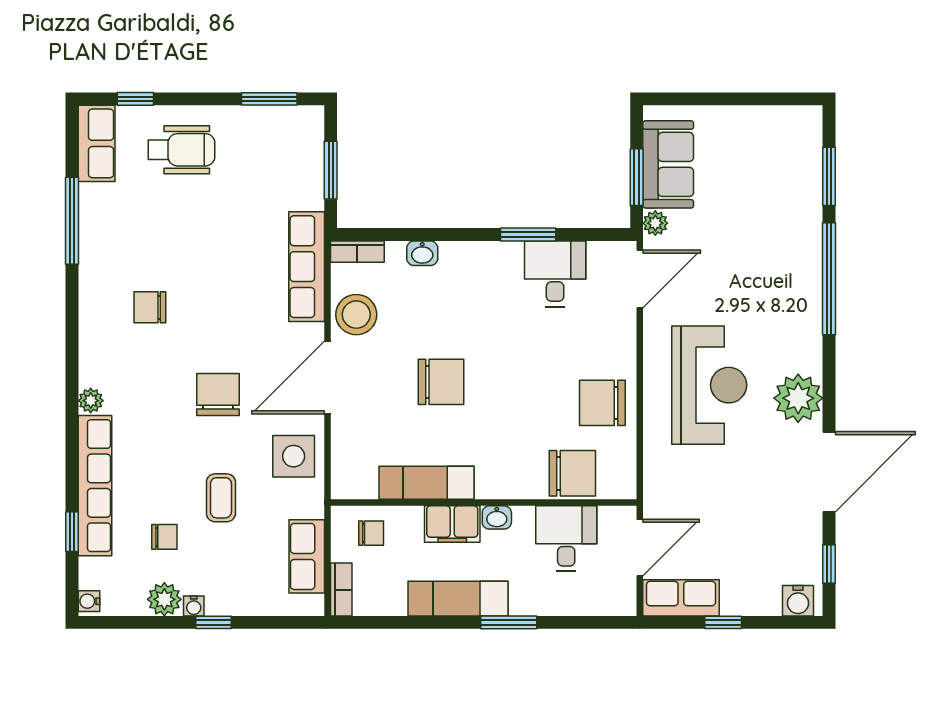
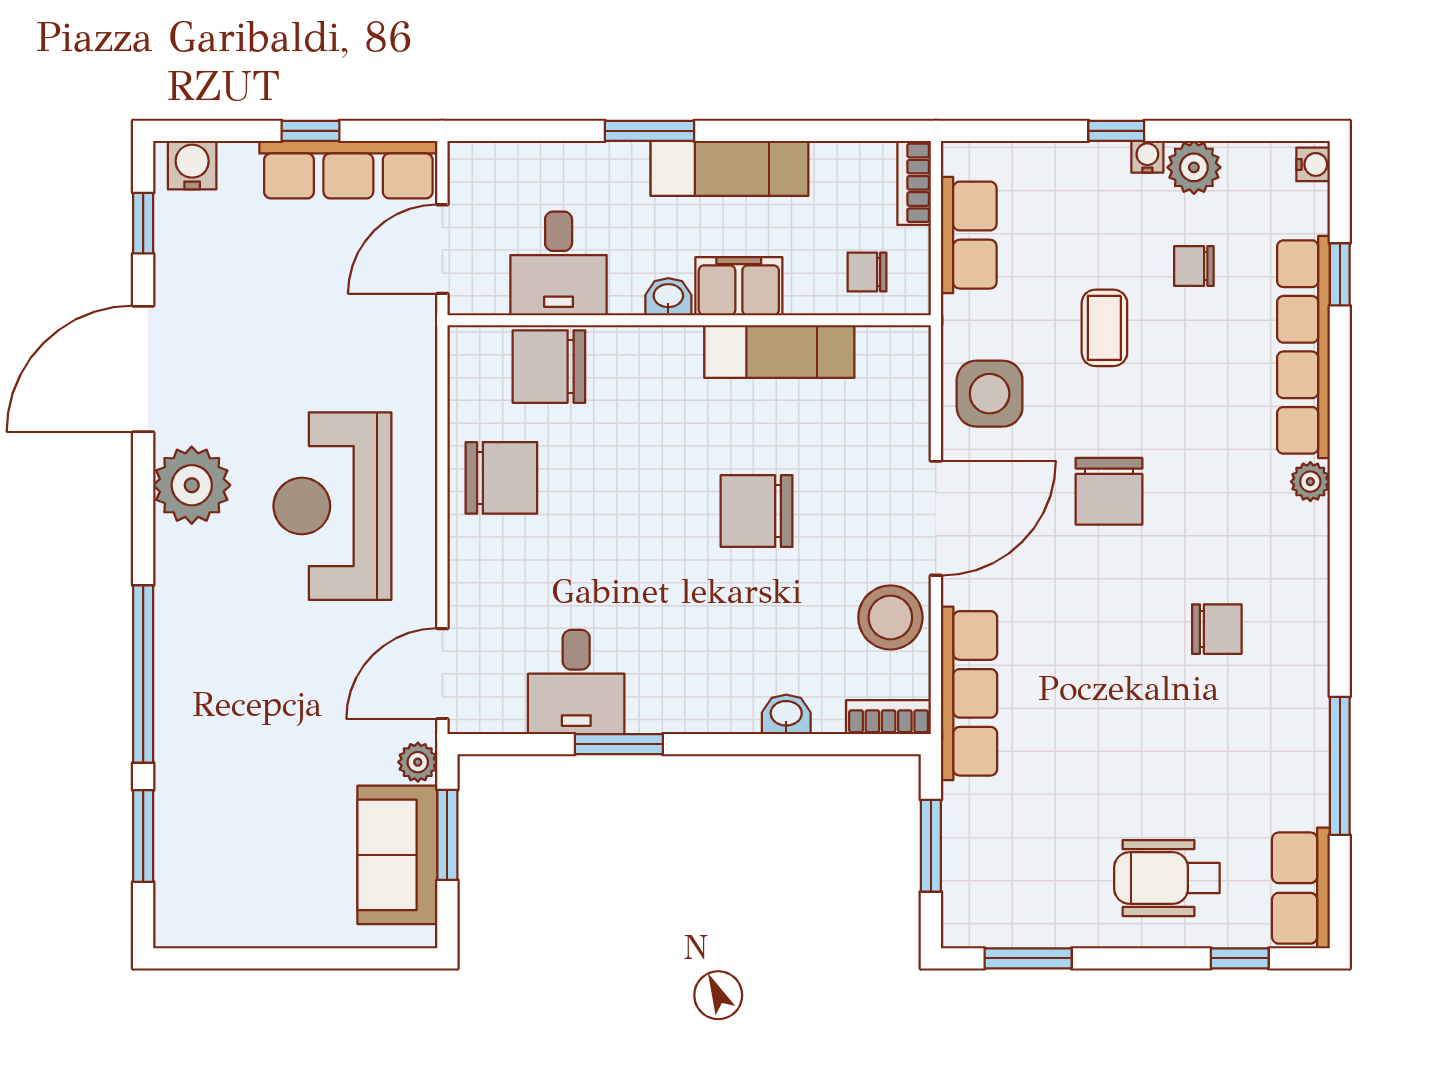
row of seats: (681, 598) -> (348, 170), width x1.48

